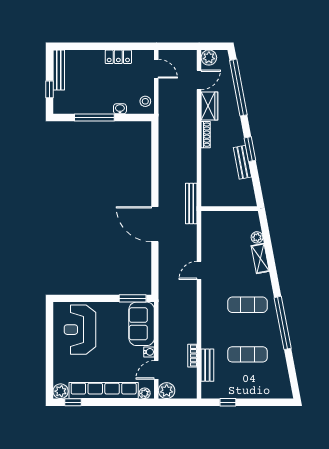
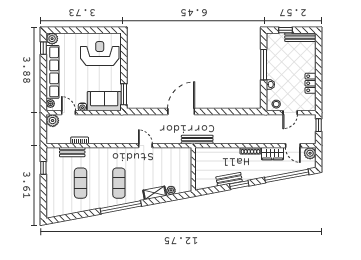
window: (173, 46) -> (319, 125), added
door: (156, 69) -> (290, 113), moved
window: (283, 323) -> (121, 207), moved

